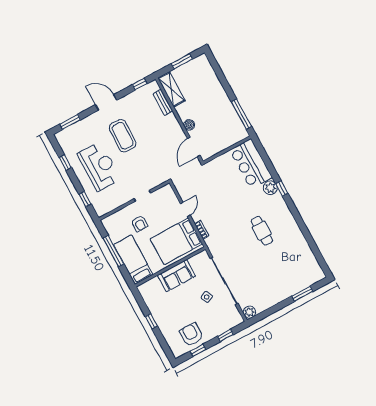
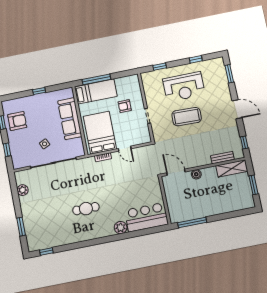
door: (106, 102) -> (237, 109), hinge flipped
coffee table: (123, 136) -> (187, 117), moved
window: (282, 188) -> (46, 251), moved
window: (113, 251) -> (96, 79), moved
sofa: (177, 276) -> (70, 119), width x1.36
plant: (249, 312) -> (23, 190), moved

